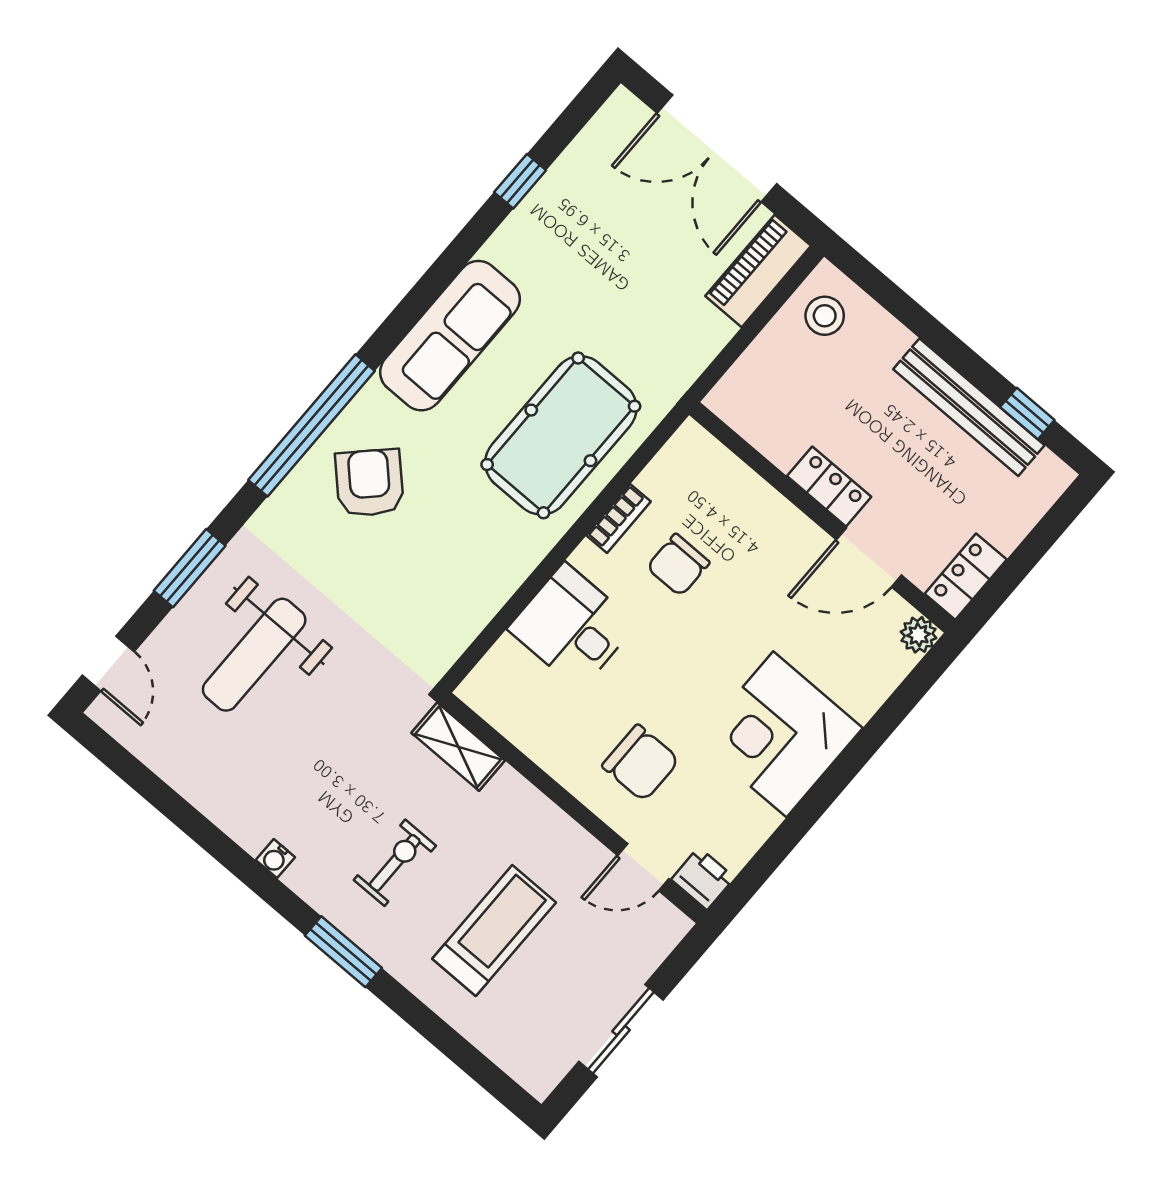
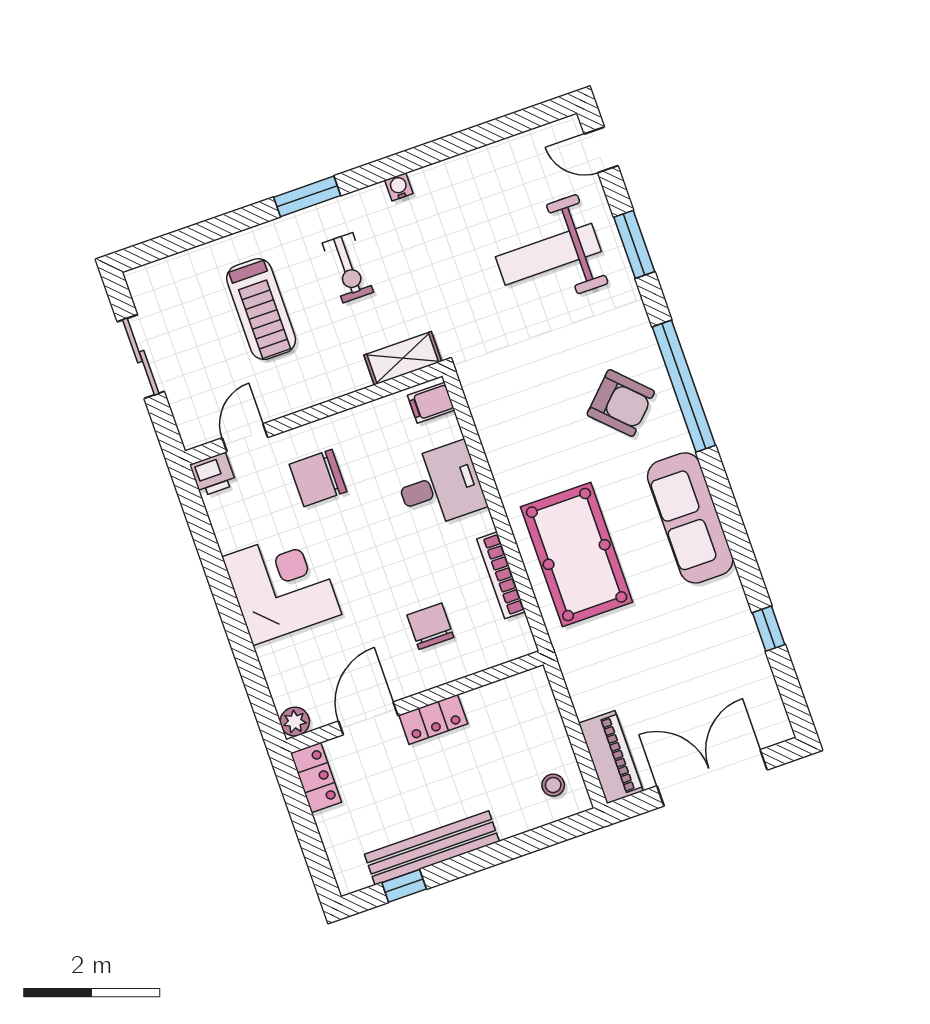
stool: (825, 316) -> (553, 785), width x0.73, depth x0.73
bookcase: (618, 518) -> (501, 575), width x1.56
chair: (678, 565) -> (430, 626), moved
weight bench: (254, 655) -> (548, 254), turned -90
filing cabinet: (488, 688) -> (431, 403), added

